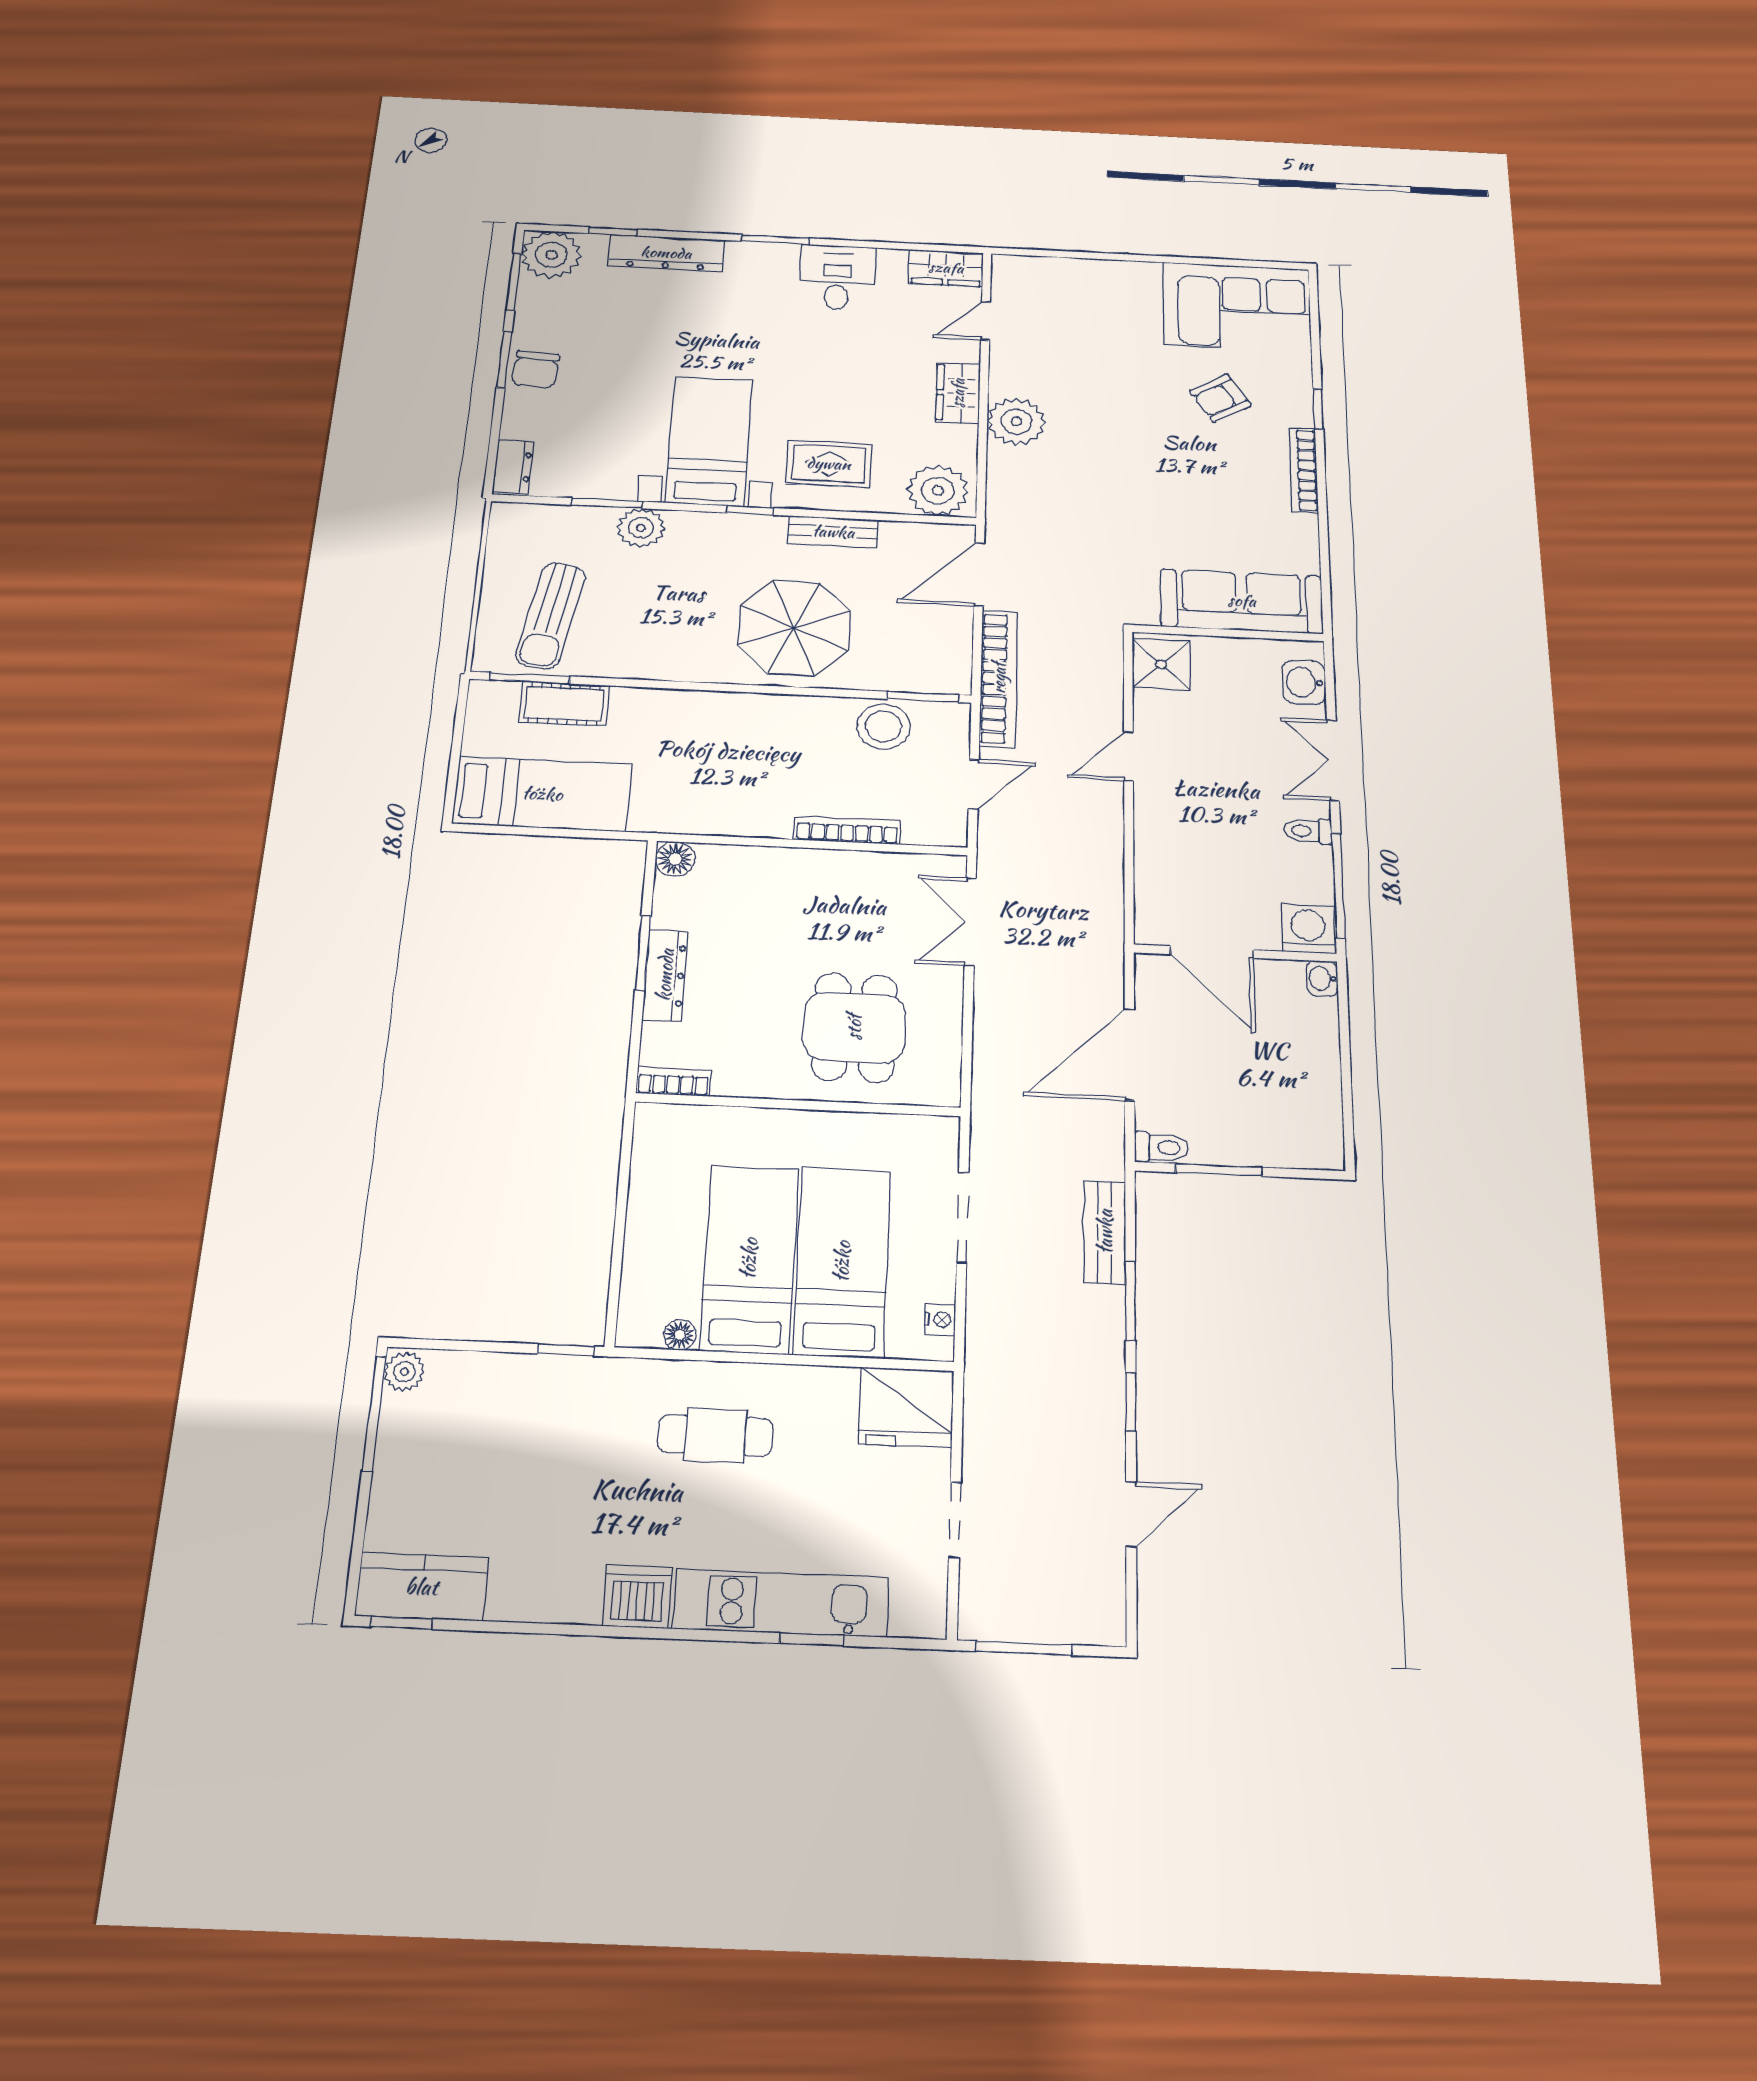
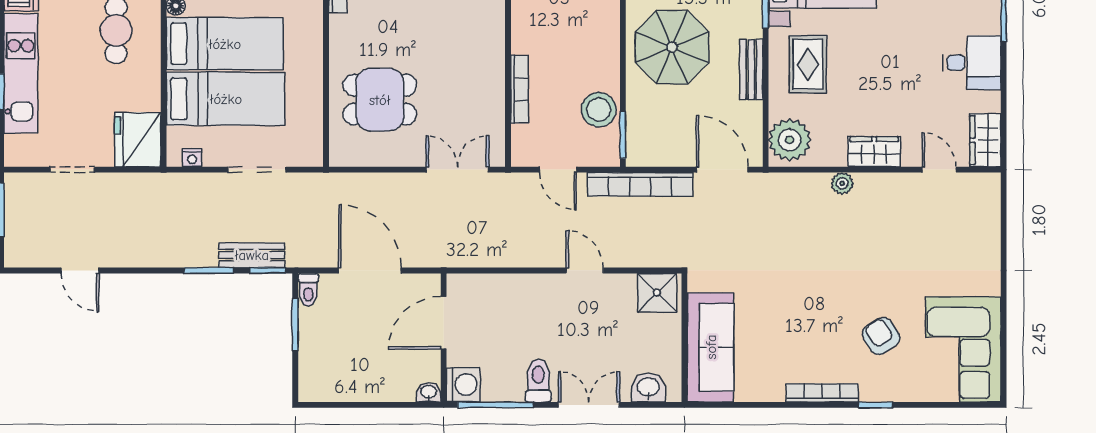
plant: (1016, 422) -> (842, 183), width x0.53, depth x0.53
toilet: (1308, 831) -> (538, 381), width x1.37, depth x1.39
window: (1131, 1402) -> (268, 270), moved

